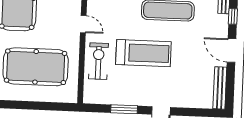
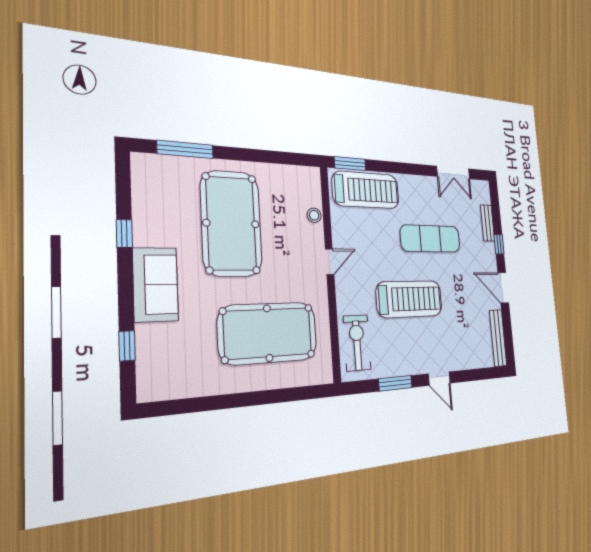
door: (83, 24) -> (330, 262), hinge flipped
exercise bike: (98, 61) -> (357, 343), moved

